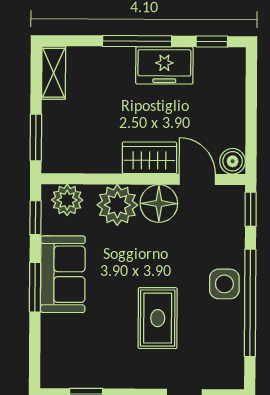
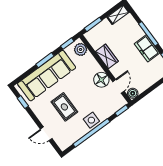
wardrobe: (149, 158) -> (107, 56), moved
plant: (117, 205) -> (91, 67), removed
sofa: (63, 274) -> (47, 76), width x1.85, depth x1.27
rug: (158, 318) -> (64, 107), turned 90

